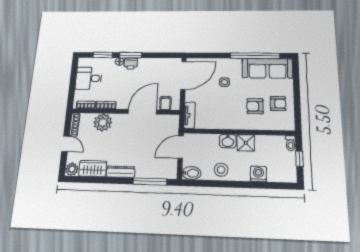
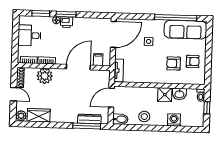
washbasin: (228, 141) -> (179, 94), moved
dresser: (121, 172) -> (89, 119), moved

